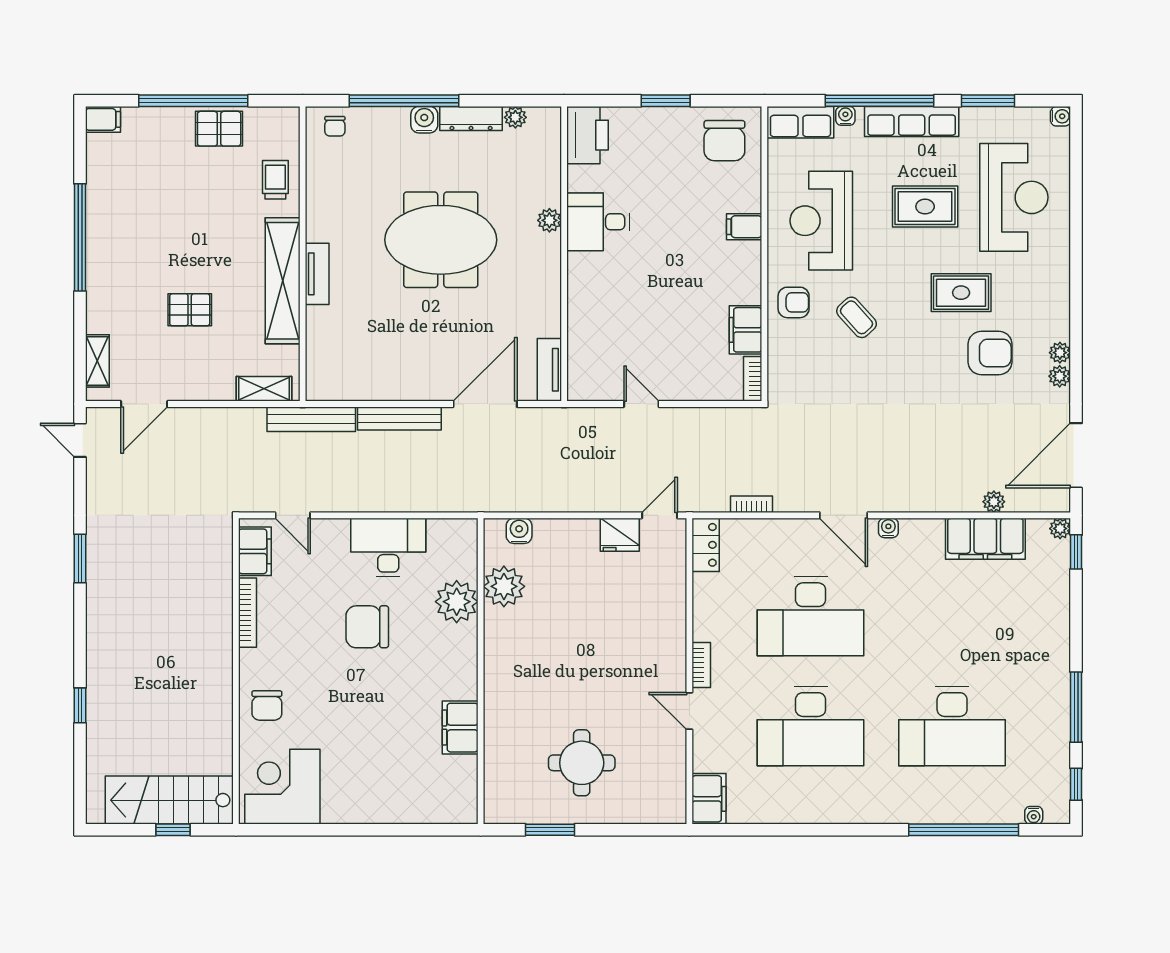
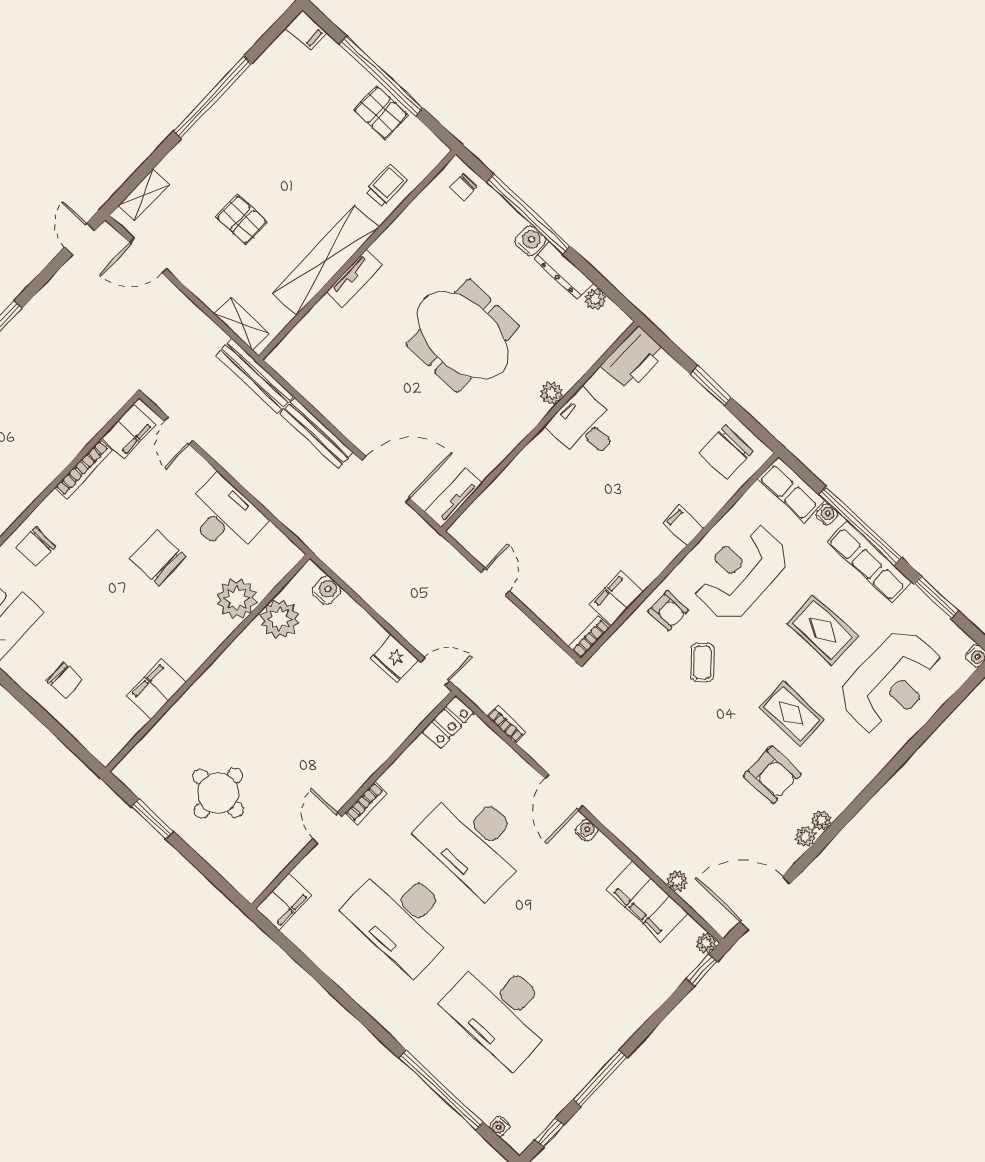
chair: (384, 787) -> (65, 681), added

